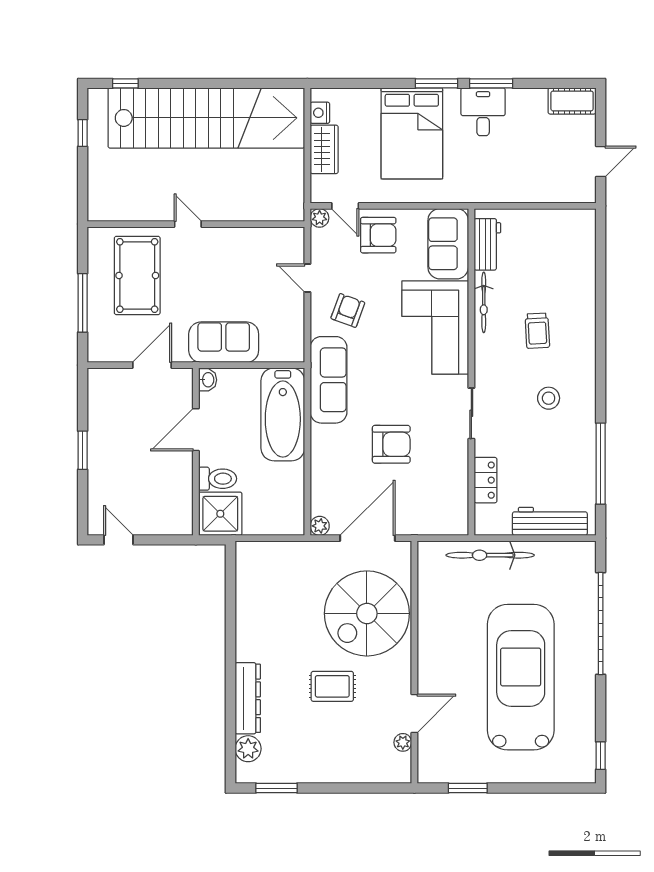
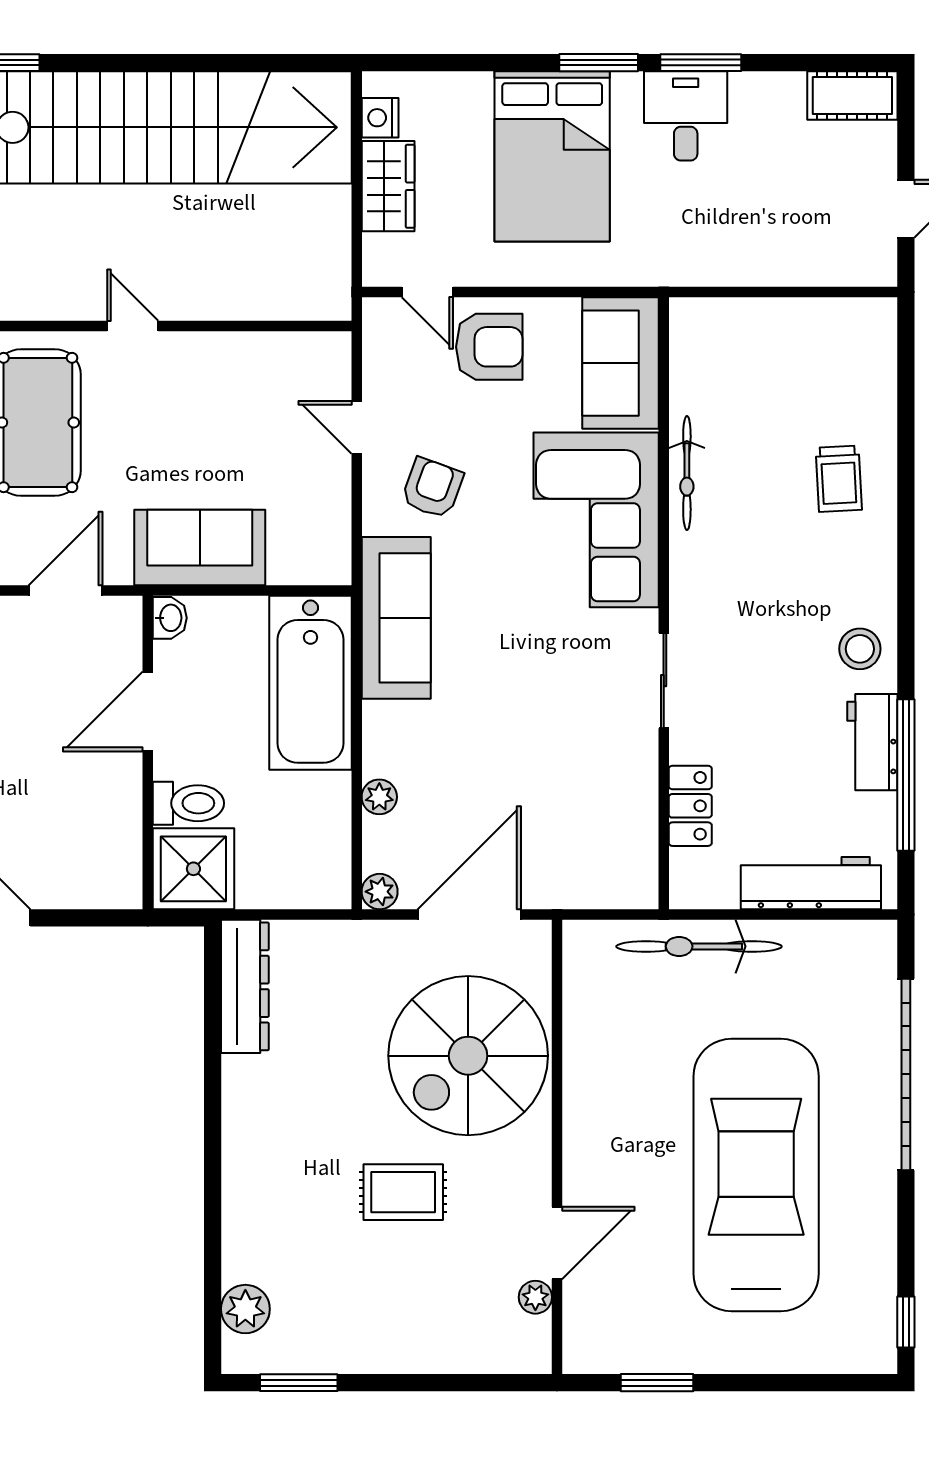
plant: (320, 218) -> (379, 797), moved
workbench: (487, 244) -> (872, 742), moved, turned 180
trolley: (537, 331) -> (839, 479), moved
stool: (549, 398) -> (860, 649), moved
armchair: (391, 444) -> (514, 739), removed
dresser: (248, 698) -> (245, 986), moved

